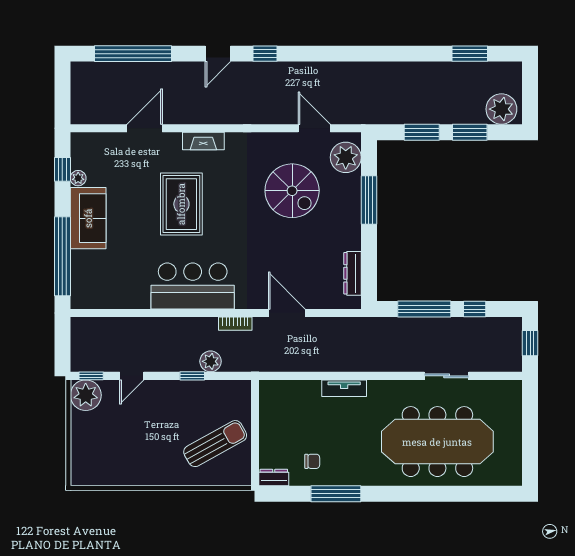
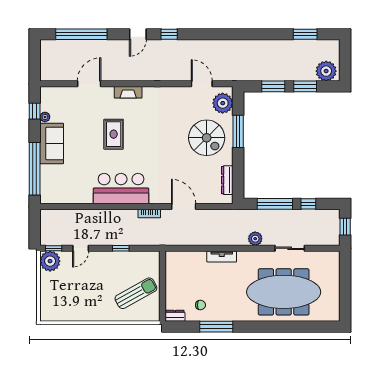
spiral stairs: (292, 191) -> (207, 138), moved
rug: (181, 204) -> (114, 134), width x0.73, depth x0.70
plant: (211, 361) -> (255, 239), moved

